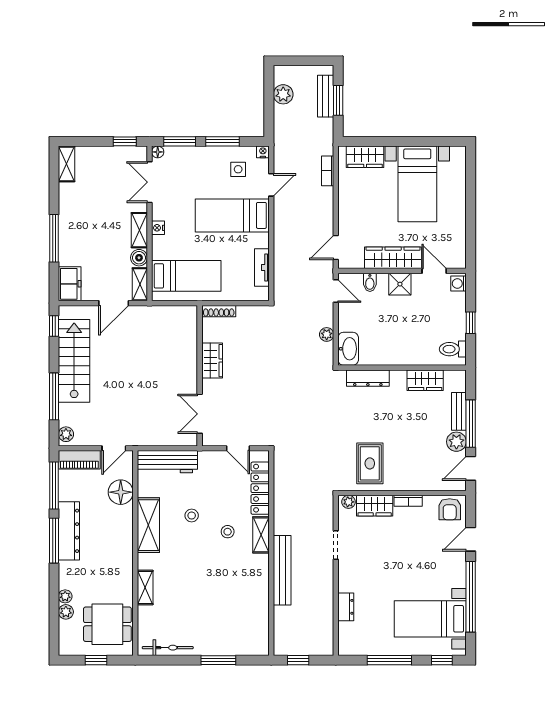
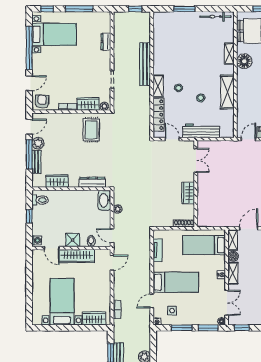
workbench: (167, 462) -> (201, 131), moved
floor lamp: (121, 492) -> (244, 61), moved

